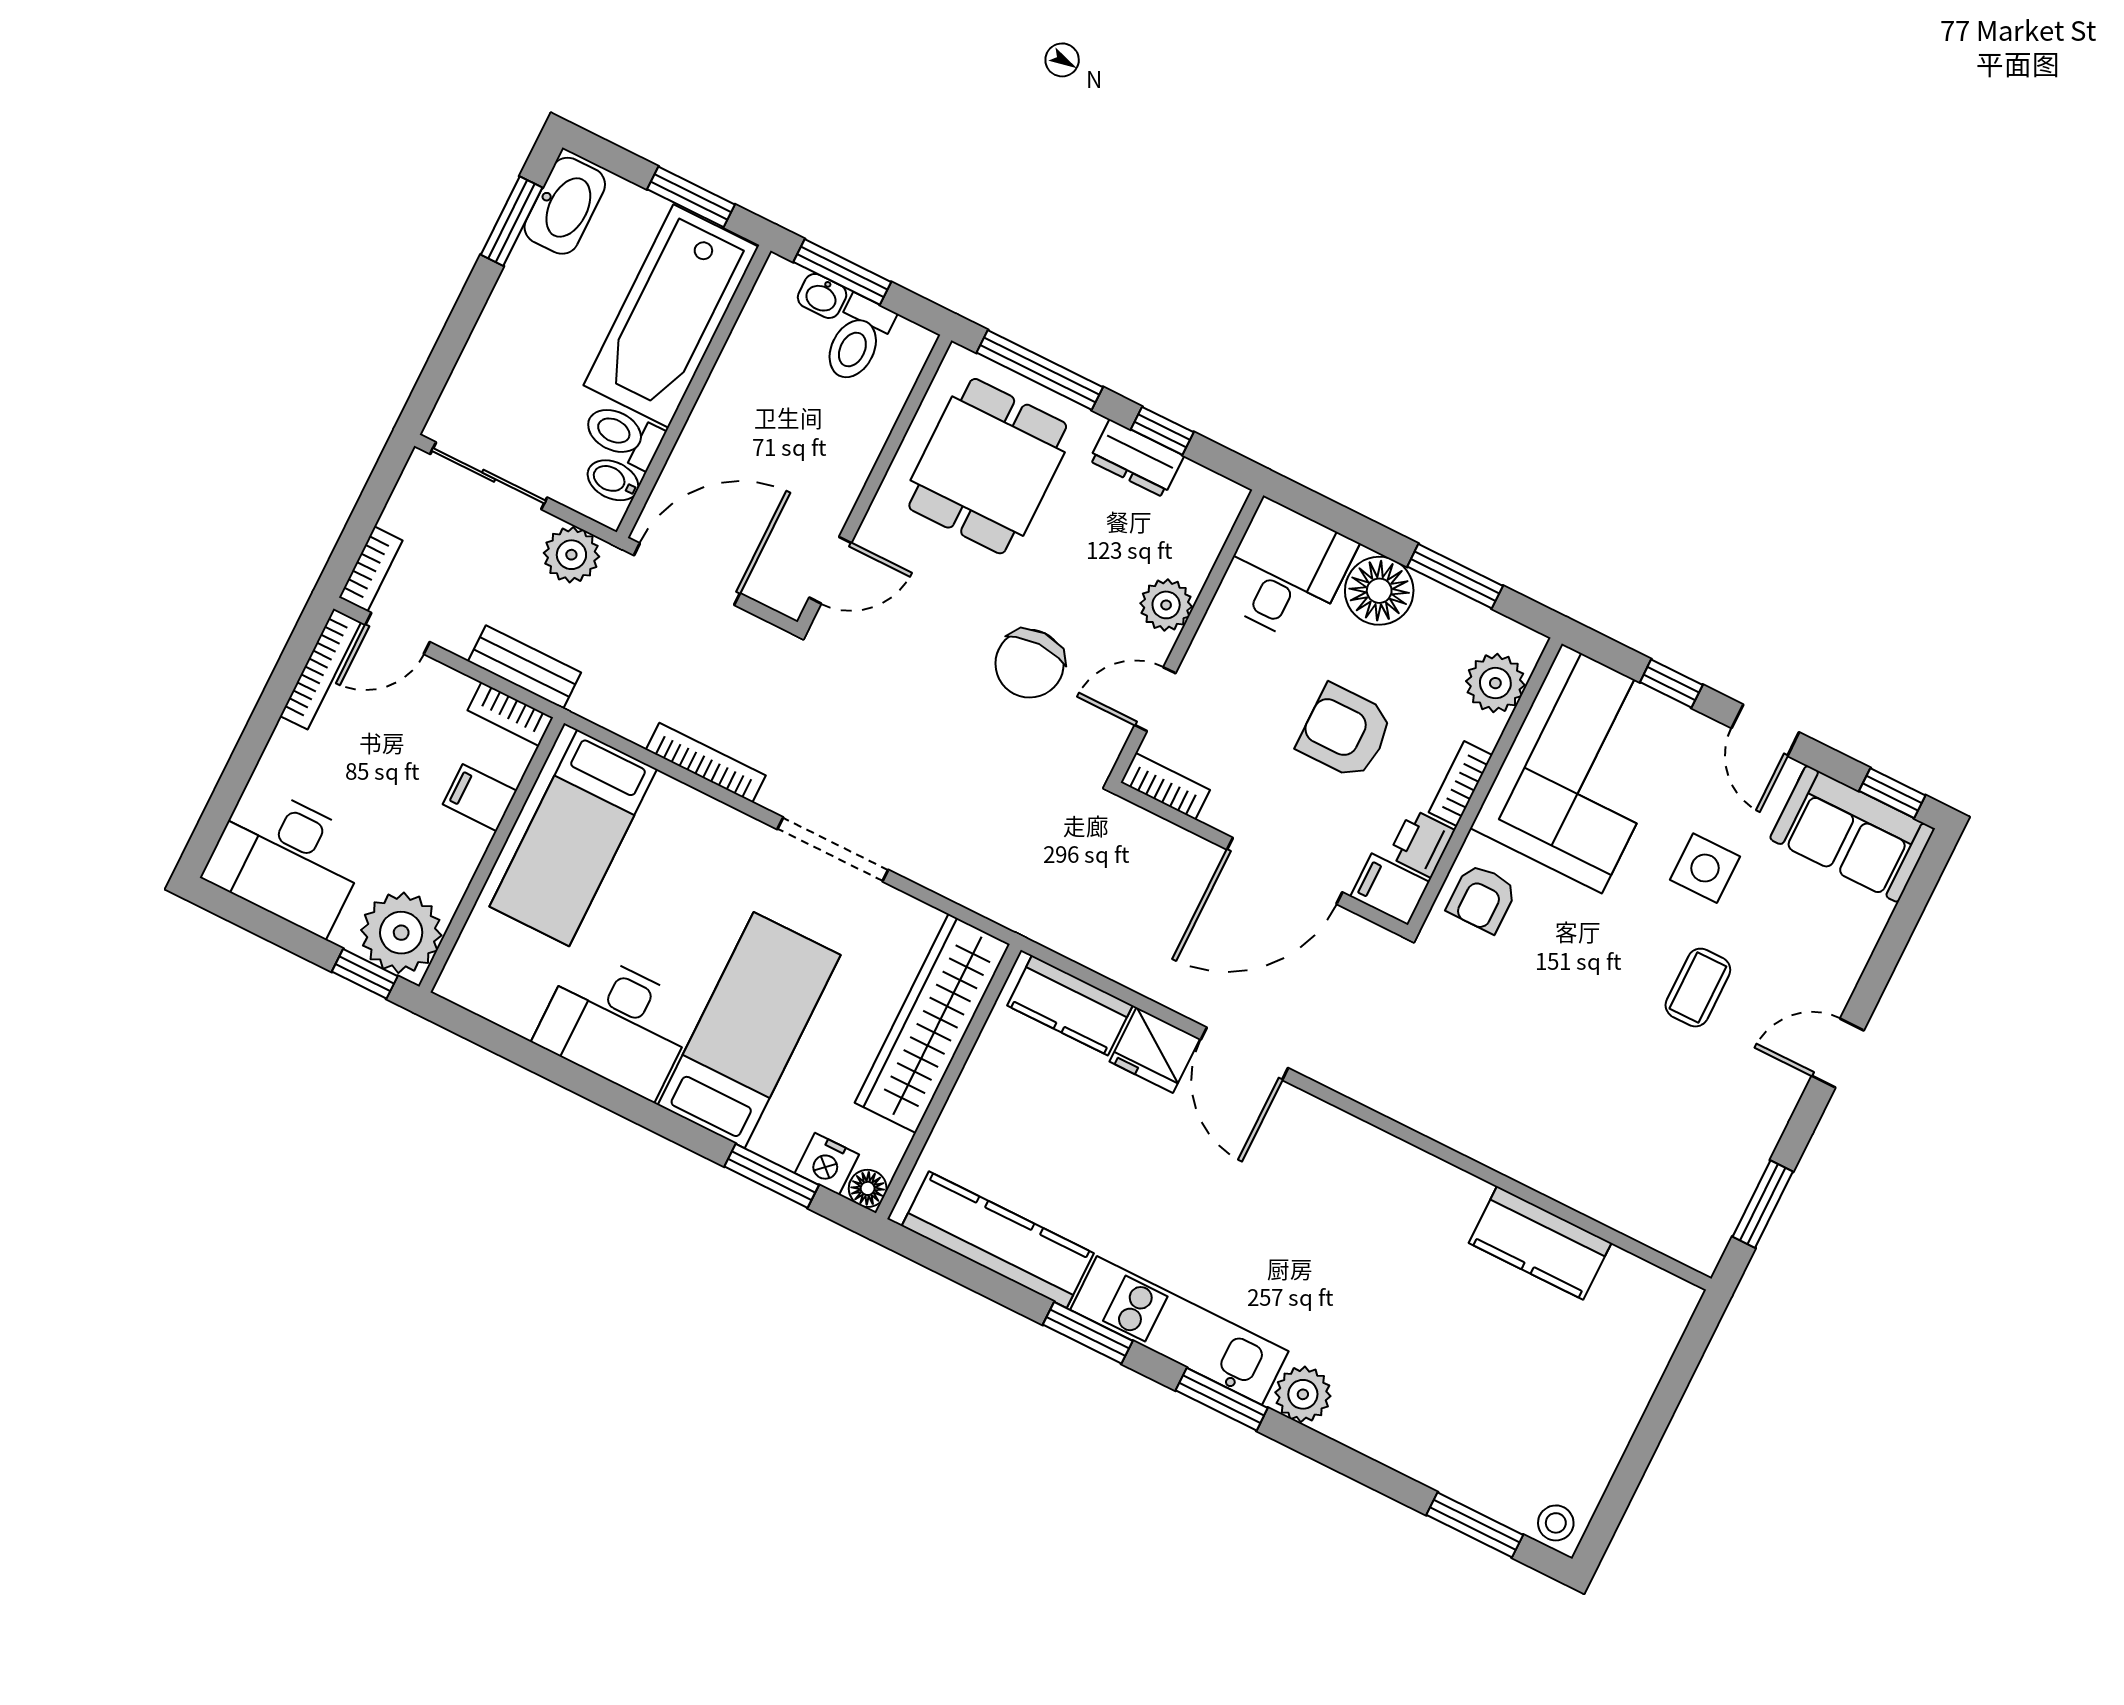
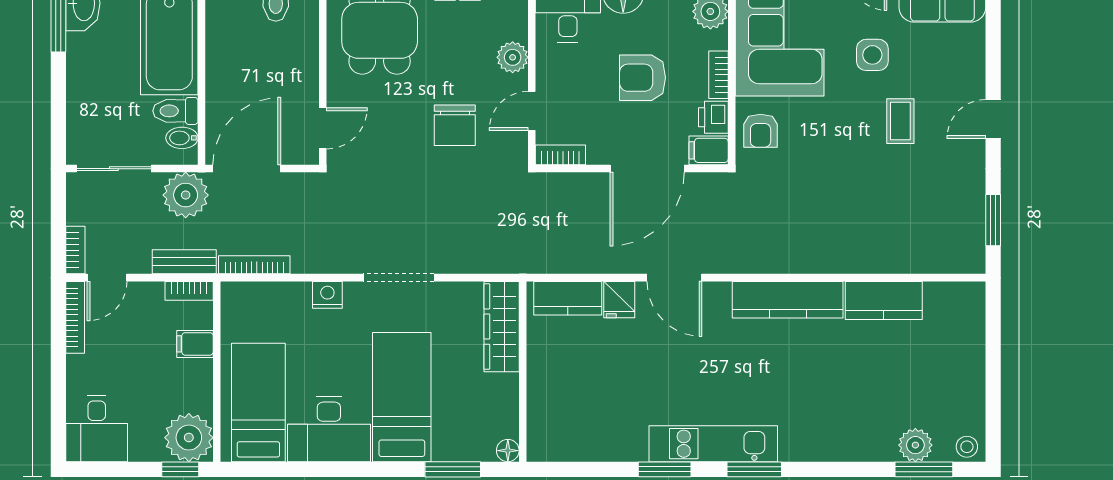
plant: (571, 555) -> (186, 195), width x1.36, depth x1.36
bookcase: (706, 763) -> (254, 265), moved
bed: (573, 838) -> (258, 402), moved, turned 180
desk: (287, 860) -> (97, 429), width x0.73
wardrobe: (932, 1023) -> (502, 327), width x0.71, depth x0.85
fridge: (1155, 1050) -> (619, 300), width x0.72
nightstand: (827, 1164) -> (327, 295), moved, turned 180
kitchen counter: (998, 1240) -> (788, 300), moved, turned 180
plant: (1303, 1394) -> (915, 445), moved

